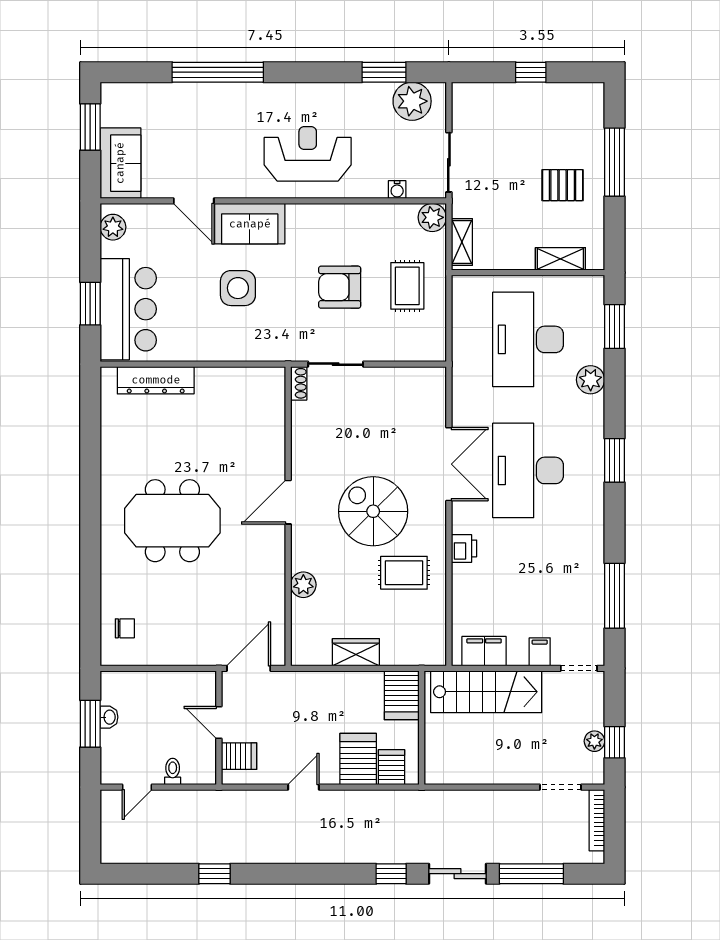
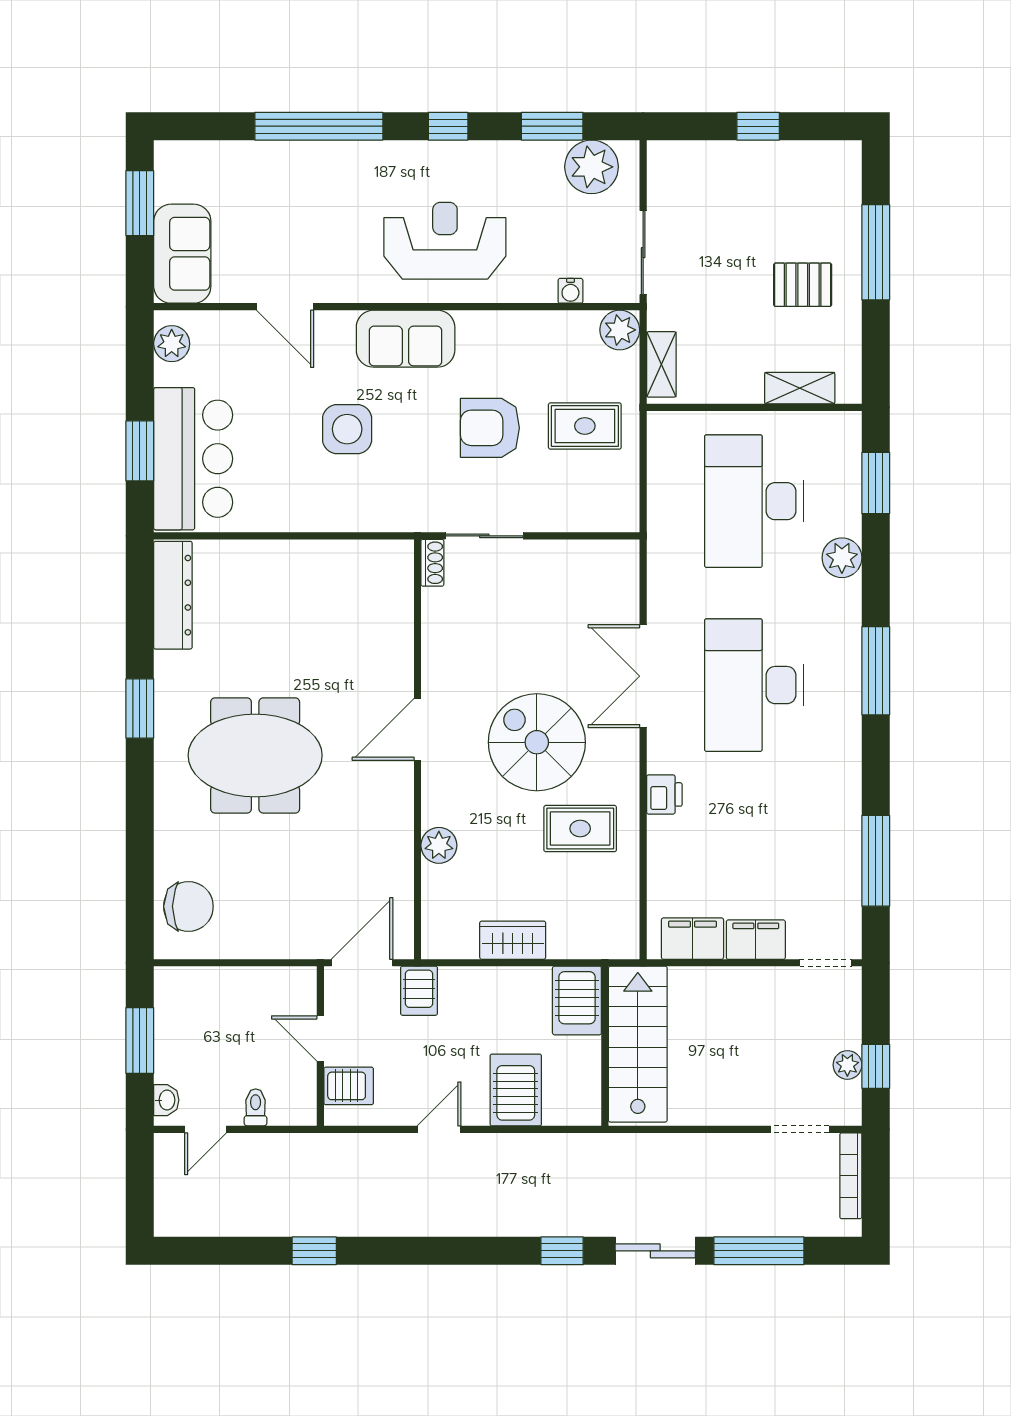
window: (310, 72) -> (448, 126), added
sofa: (250, 224) -> (406, 339), moved
rug: (407, 286) -> (585, 426), turned 90
dresser: (156, 380) -> (173, 595), moved, turned -90
window: (615, 460) -> (876, 671), width x1.44
double door: (449, 464) -> (643, 676), swing flipped
window: (90, 487) -> (140, 708), added
chair: (125, 628) -> (188, 906), width x1.87, depth x1.87
filing cabinet: (540, 652) -> (756, 940), width x2.00
stairs: (486, 692) -> (638, 1044), moved, turned -90
washbasin: (109, 717) -> (166, 1100), moved
server rack: (392, 767) -> (419, 991), moved, turned 180

